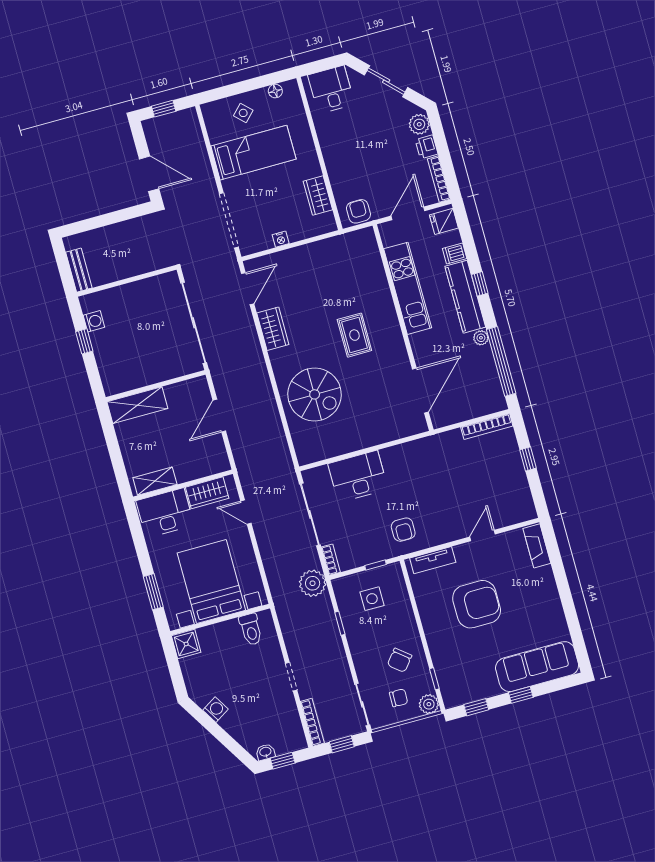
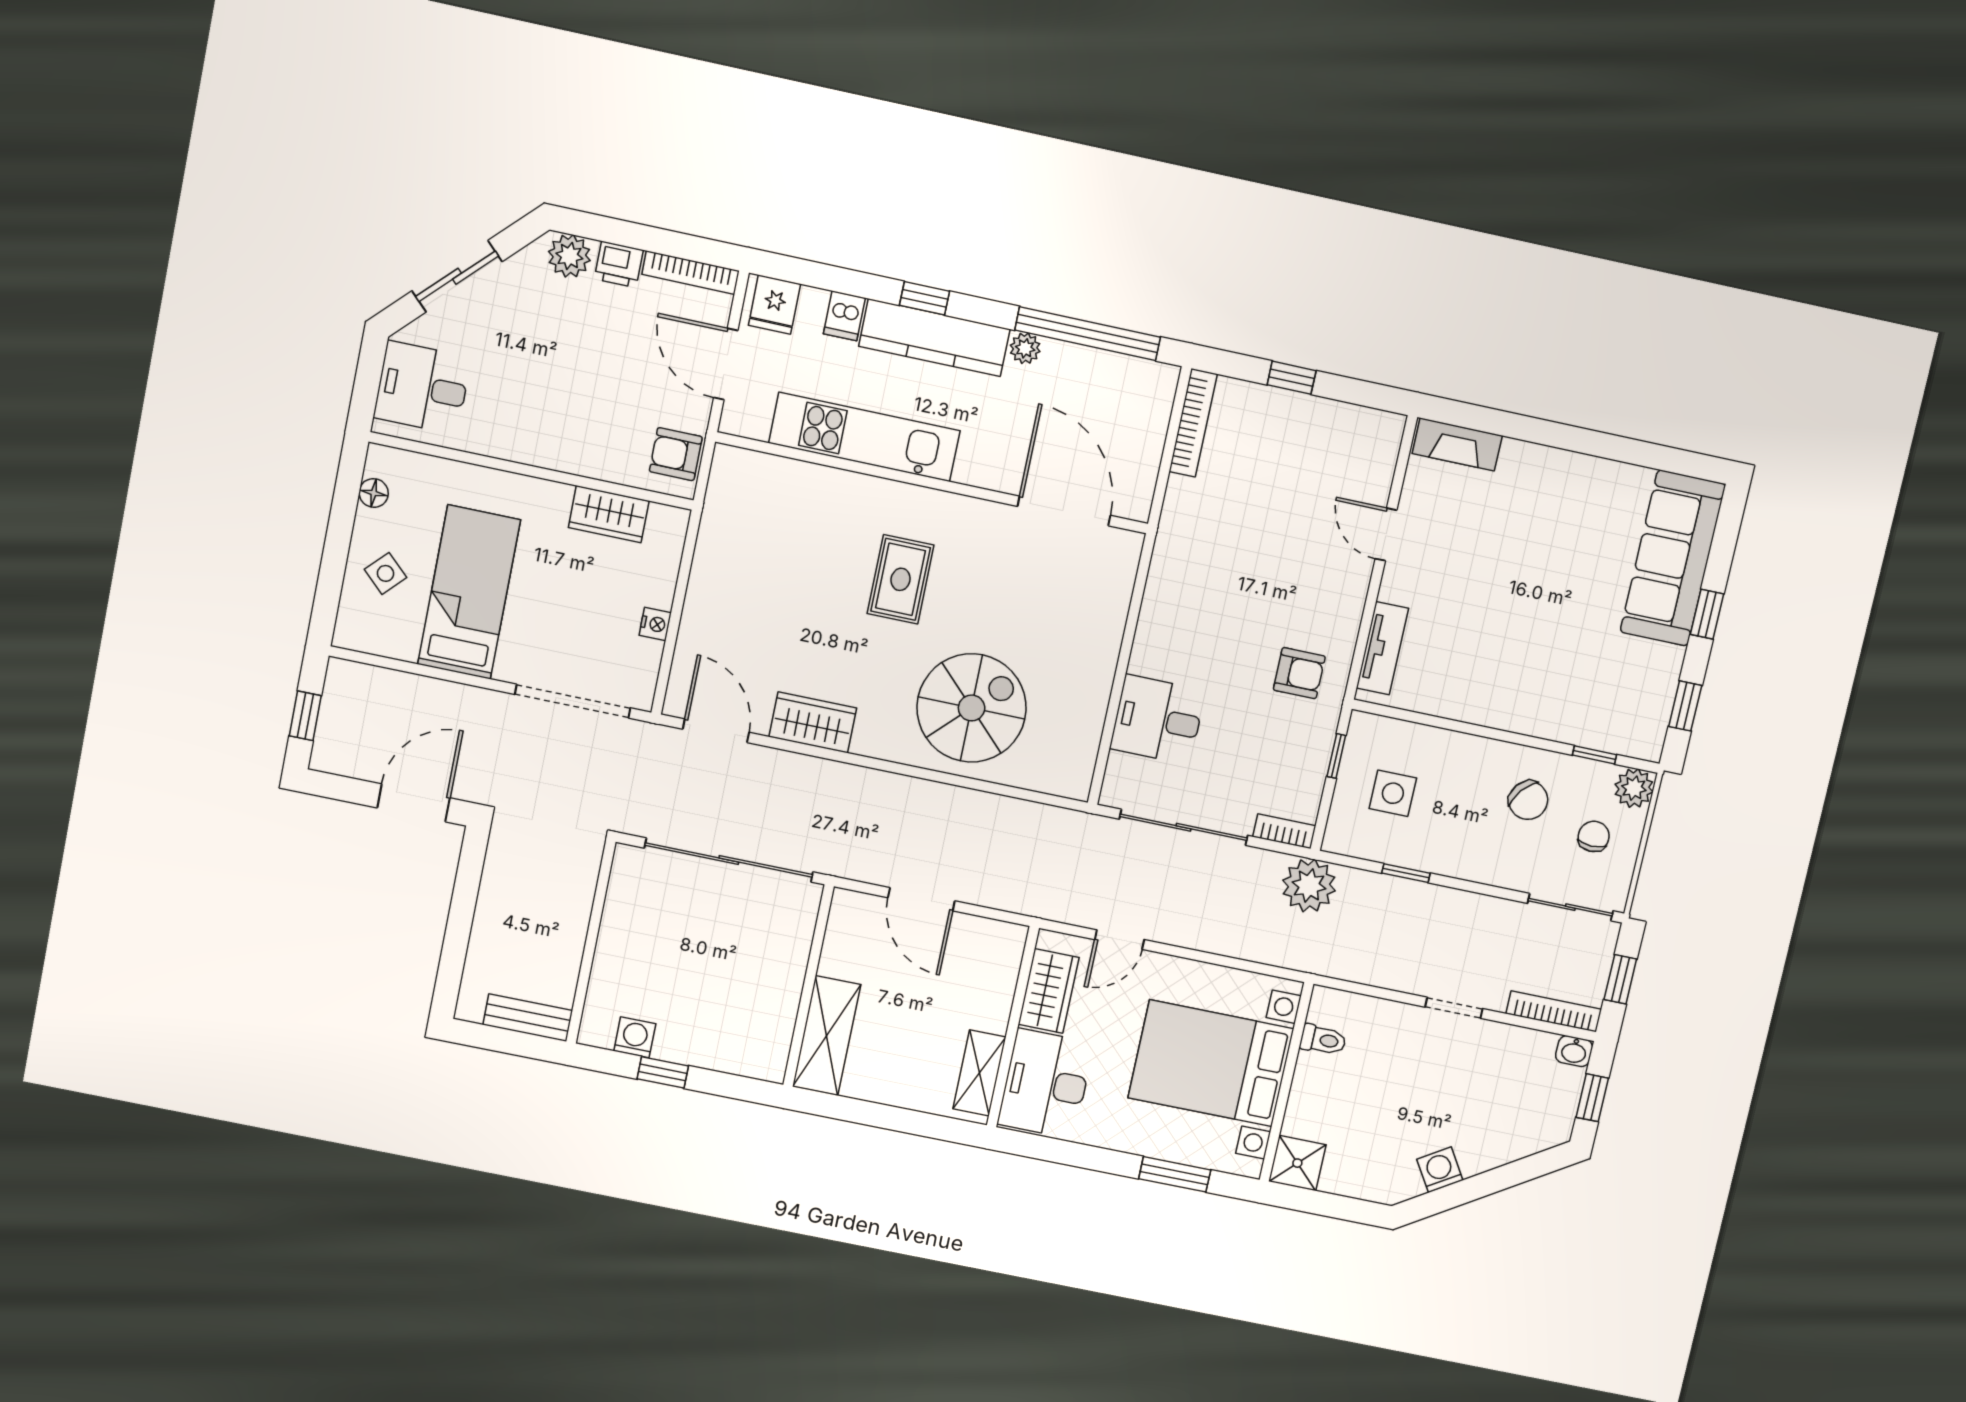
rug: (354, 335) -> (901, 579), turned 90
desk: (358, 476) -> (1158, 719), width x0.73
armchair: (477, 604) -> (1503, 610), removed
toilet: (251, 629) -> (1323, 1040), width x0.73, depth x0.72
washbasin: (265, 752) -> (1574, 1051), moved, turned -90

